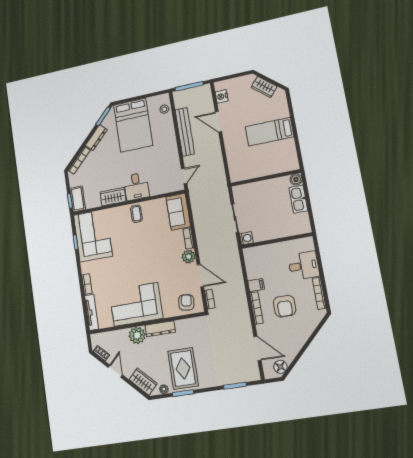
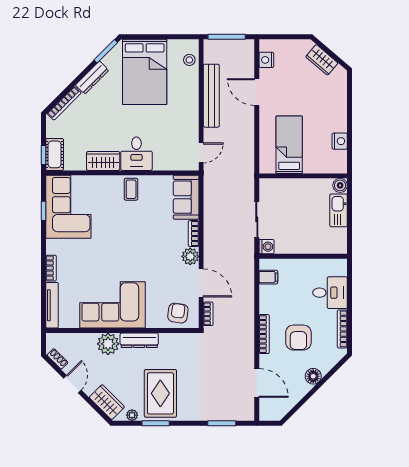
bed: (269, 132) -> (289, 145), moved, turned 90
nightstand: (289, 145) -> (340, 141), added
filing cabinet: (256, 285) -> (268, 277), moved
floor lamp: (280, 367) -> (313, 376), moved

